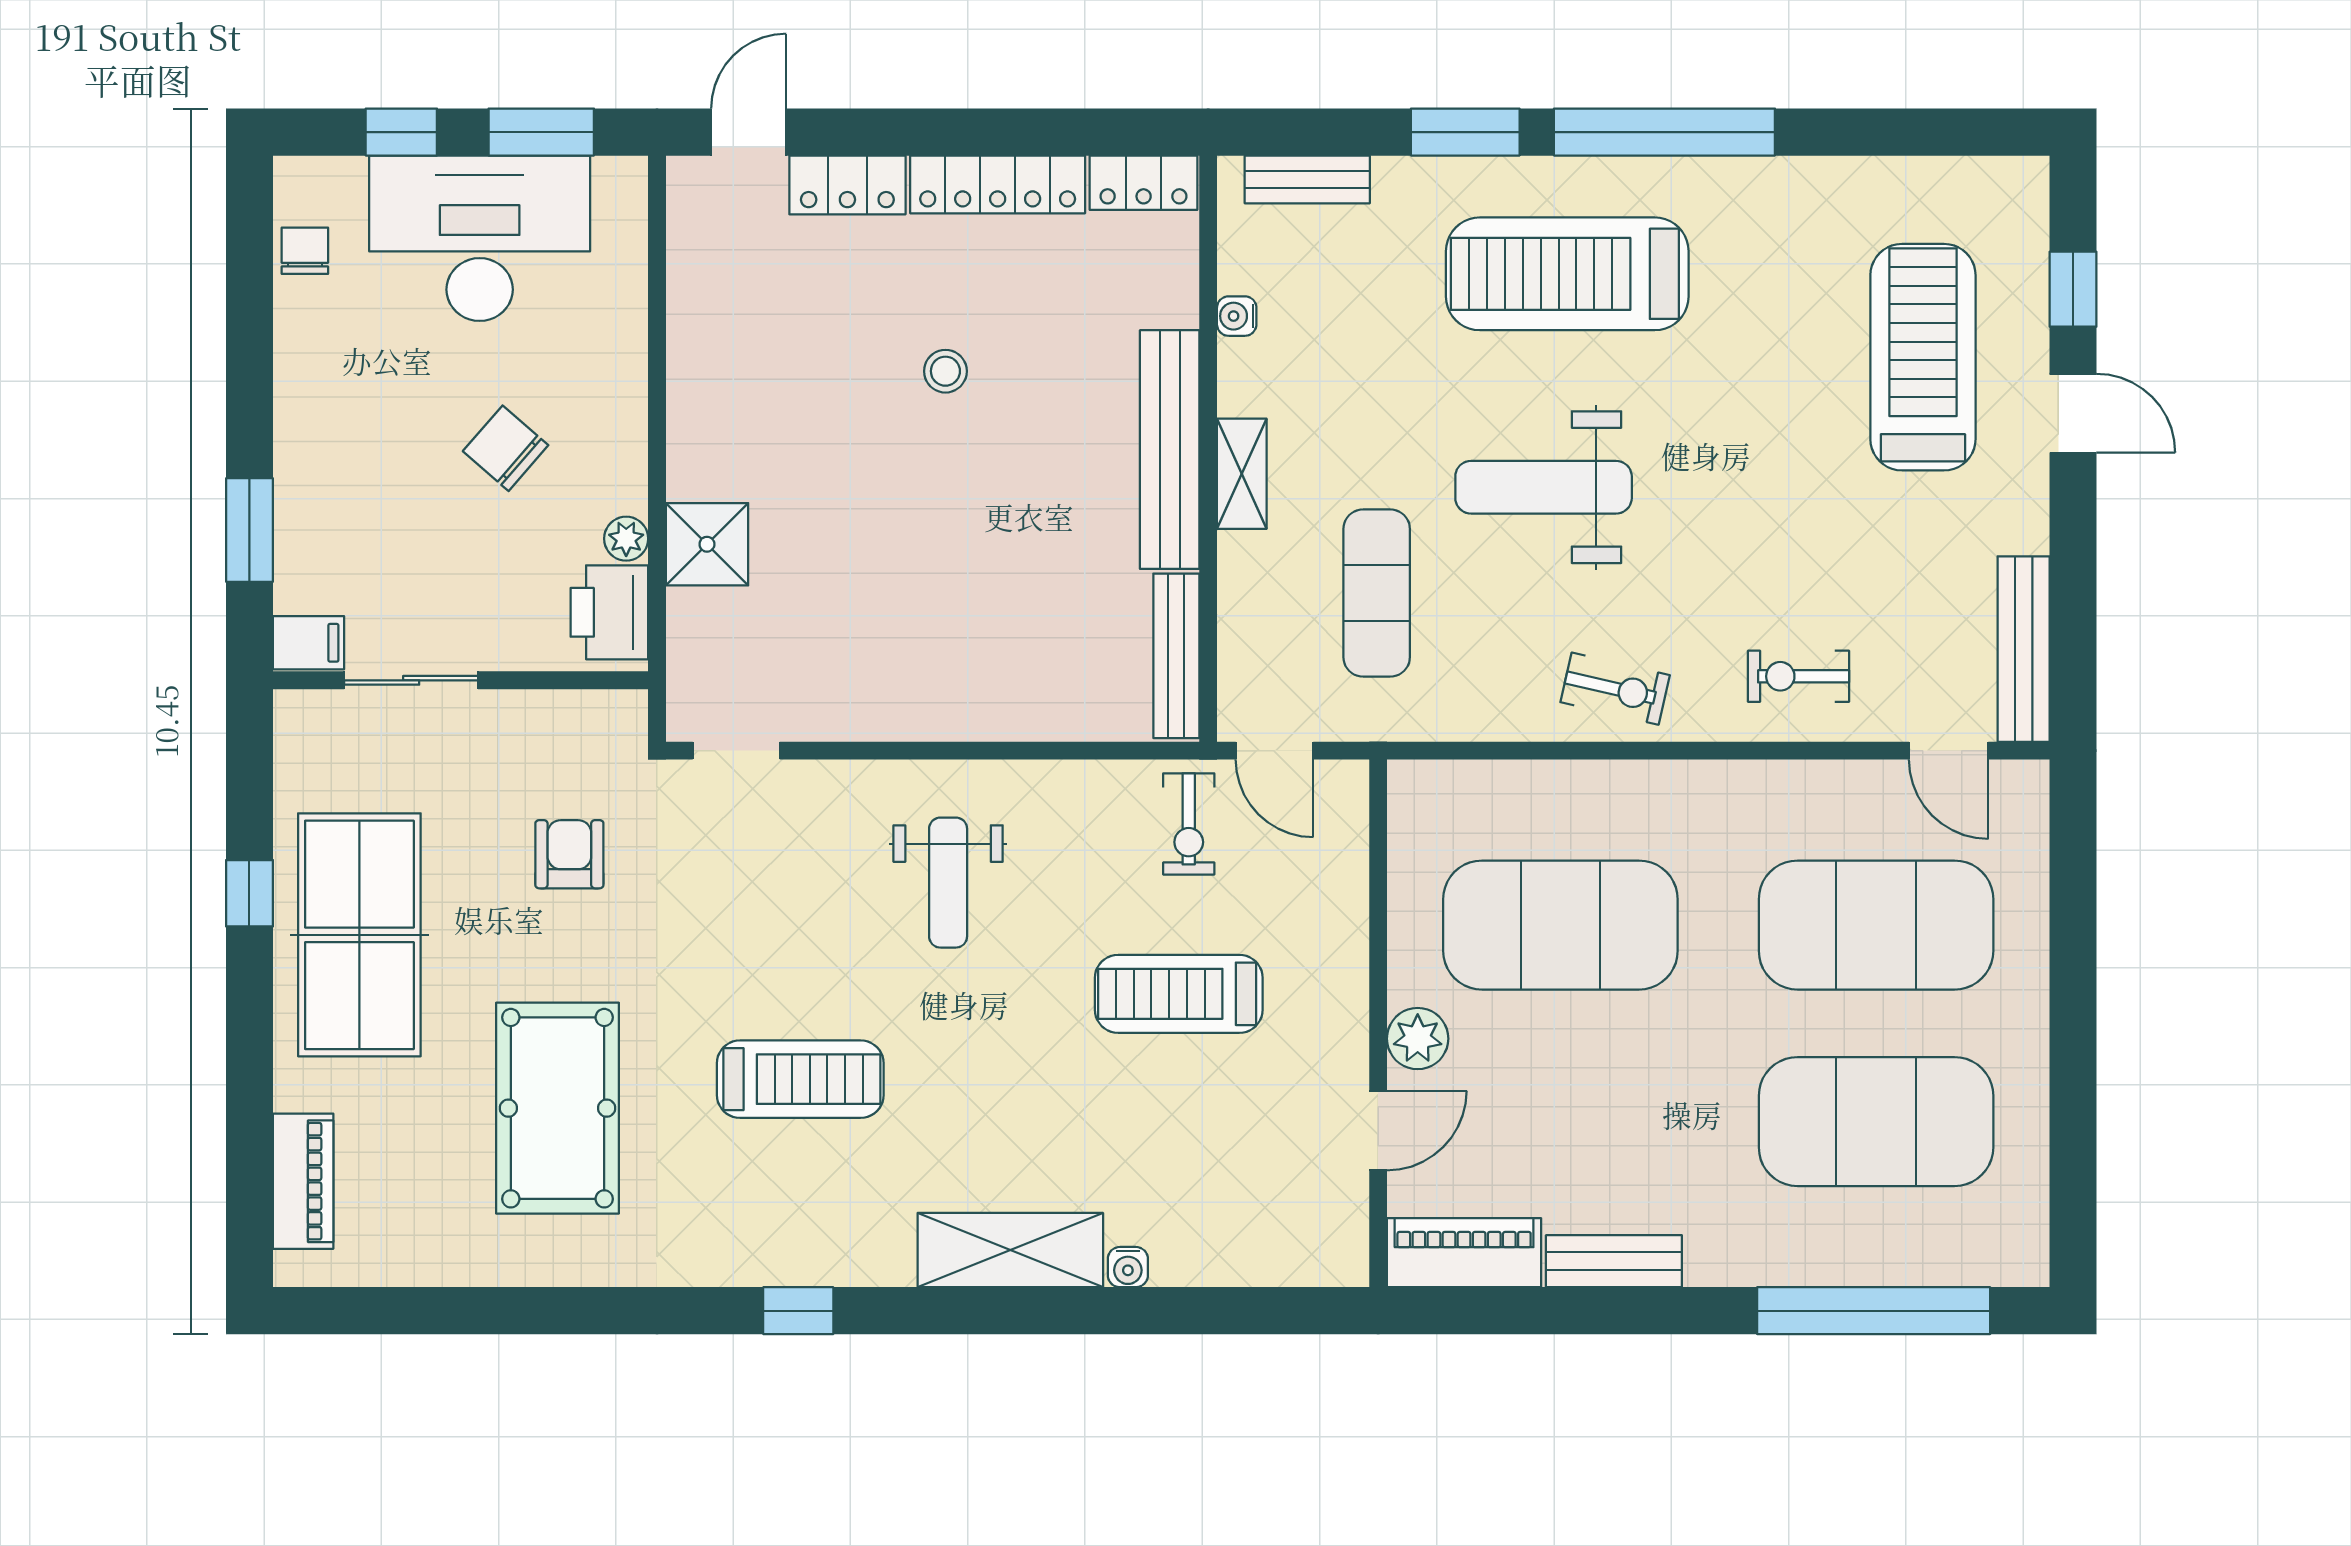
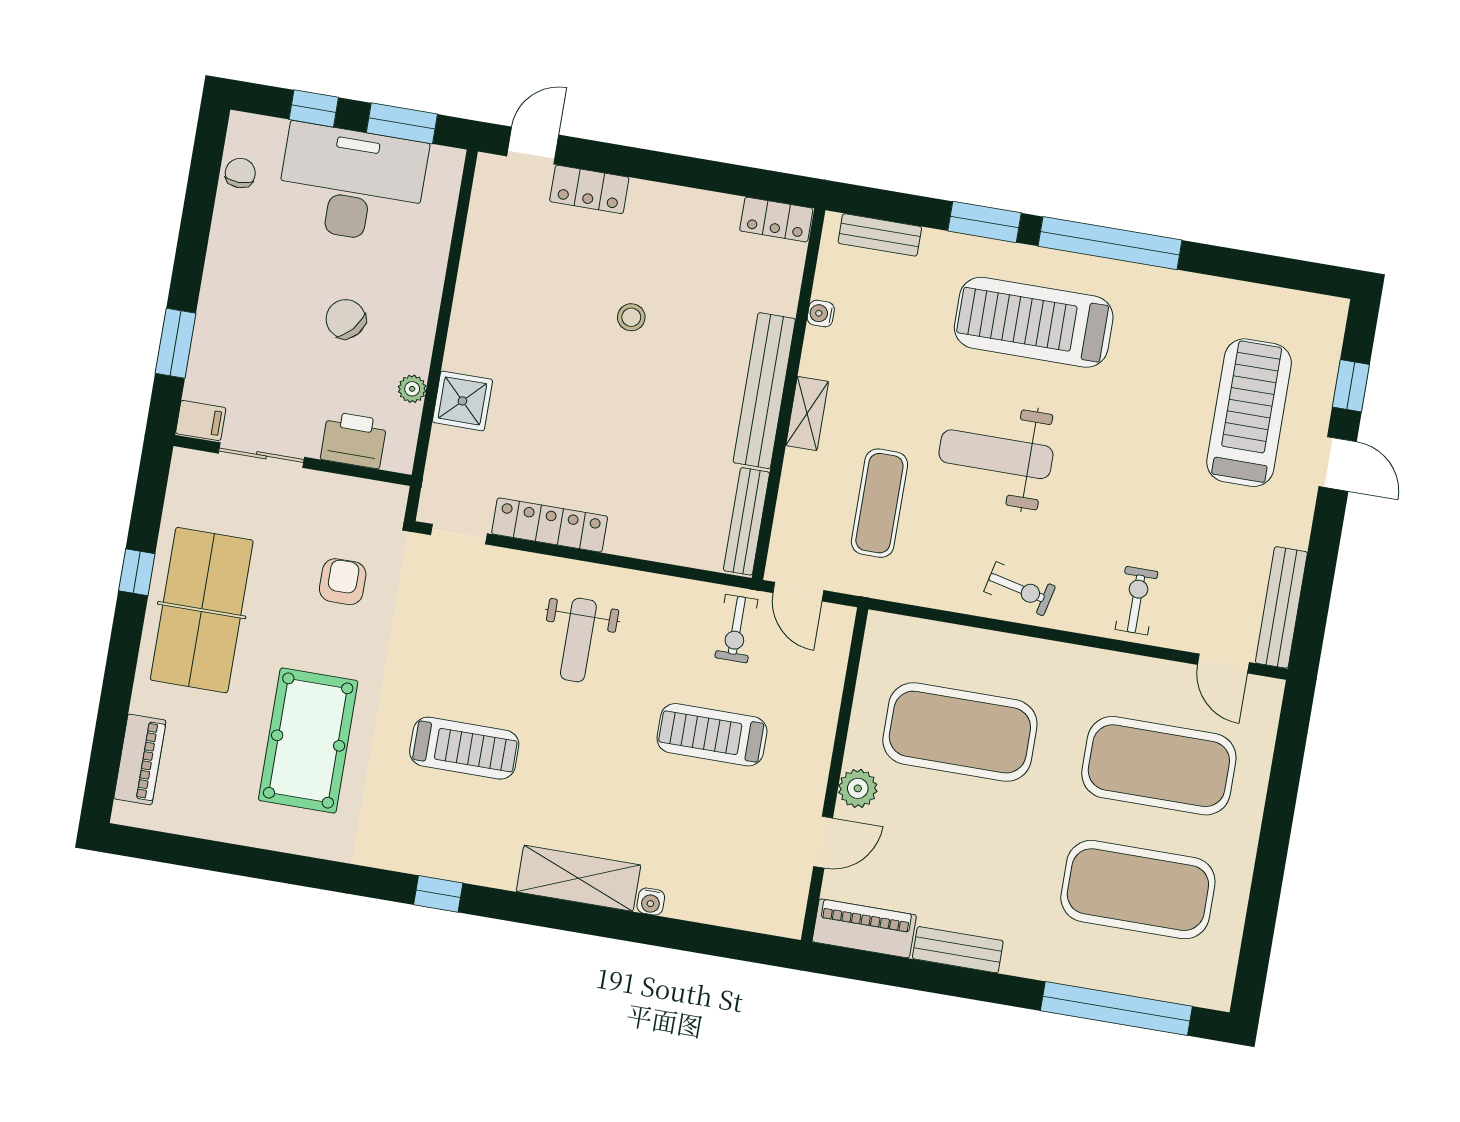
locker: (998, 184) -> (550, 525), moved, turned 180
printer: (609, 612) -> (354, 440), moved, turned 90
exercise bike: (1798, 676) -> (1137, 601), turned 90

